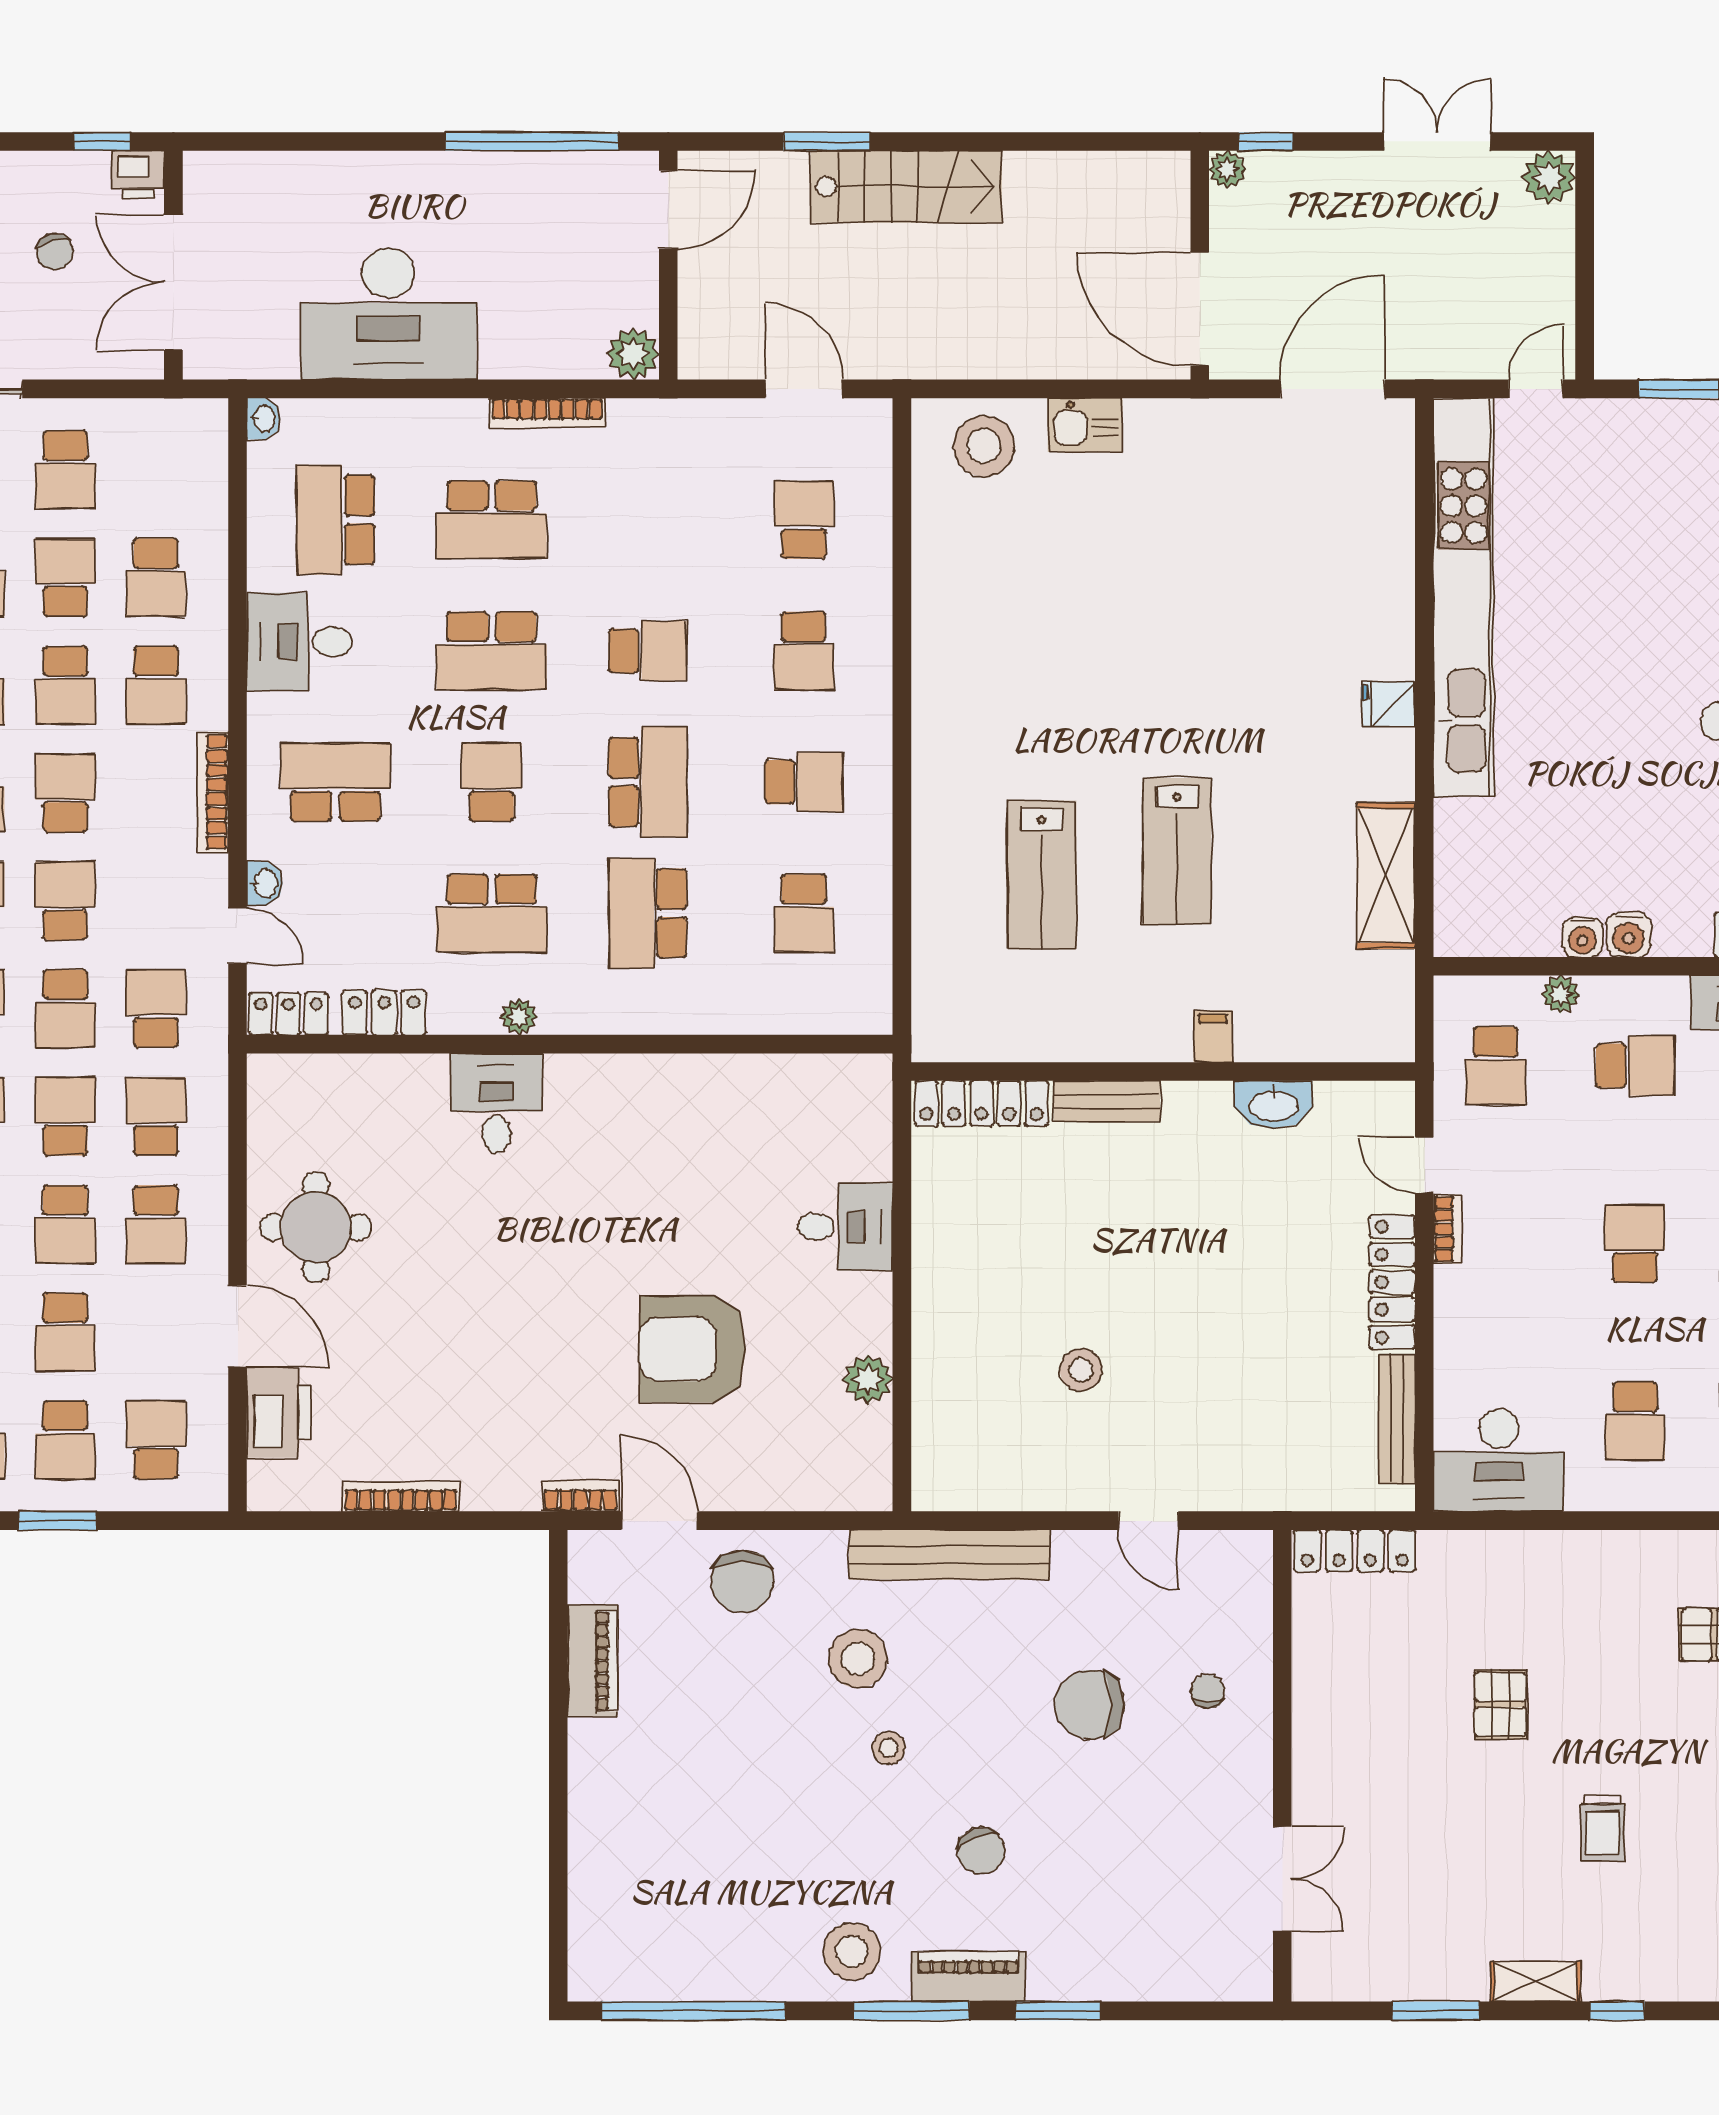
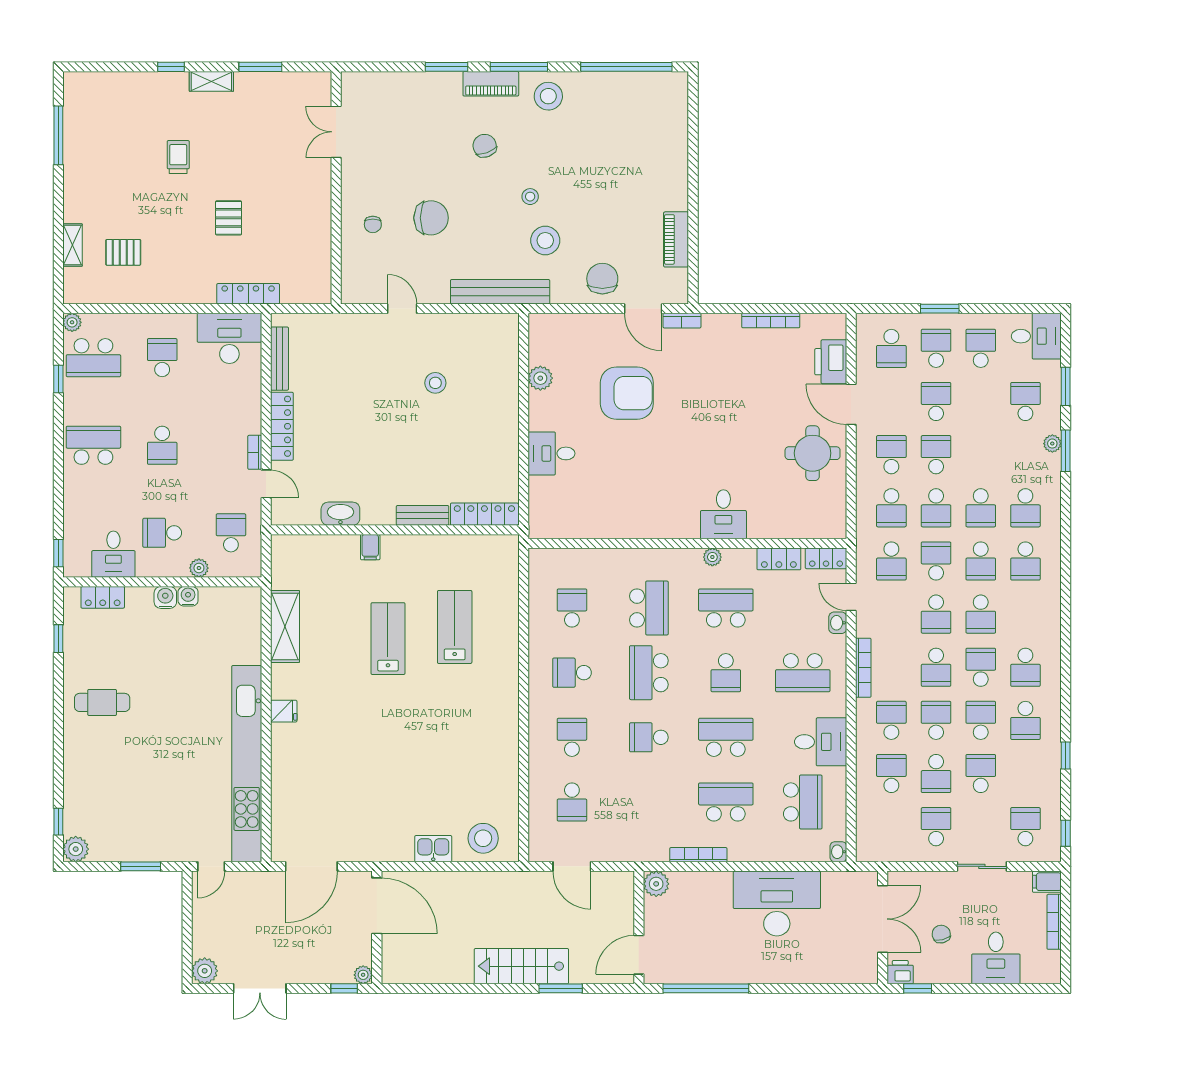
locker: (1355, 1551) -> (248, 294), moved

